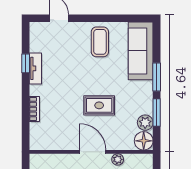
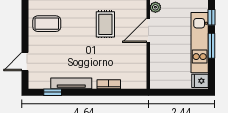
window: (26, 63) -> (53, 92), moved
tv unit: (35, 68) -> (71, 83), width x1.41

